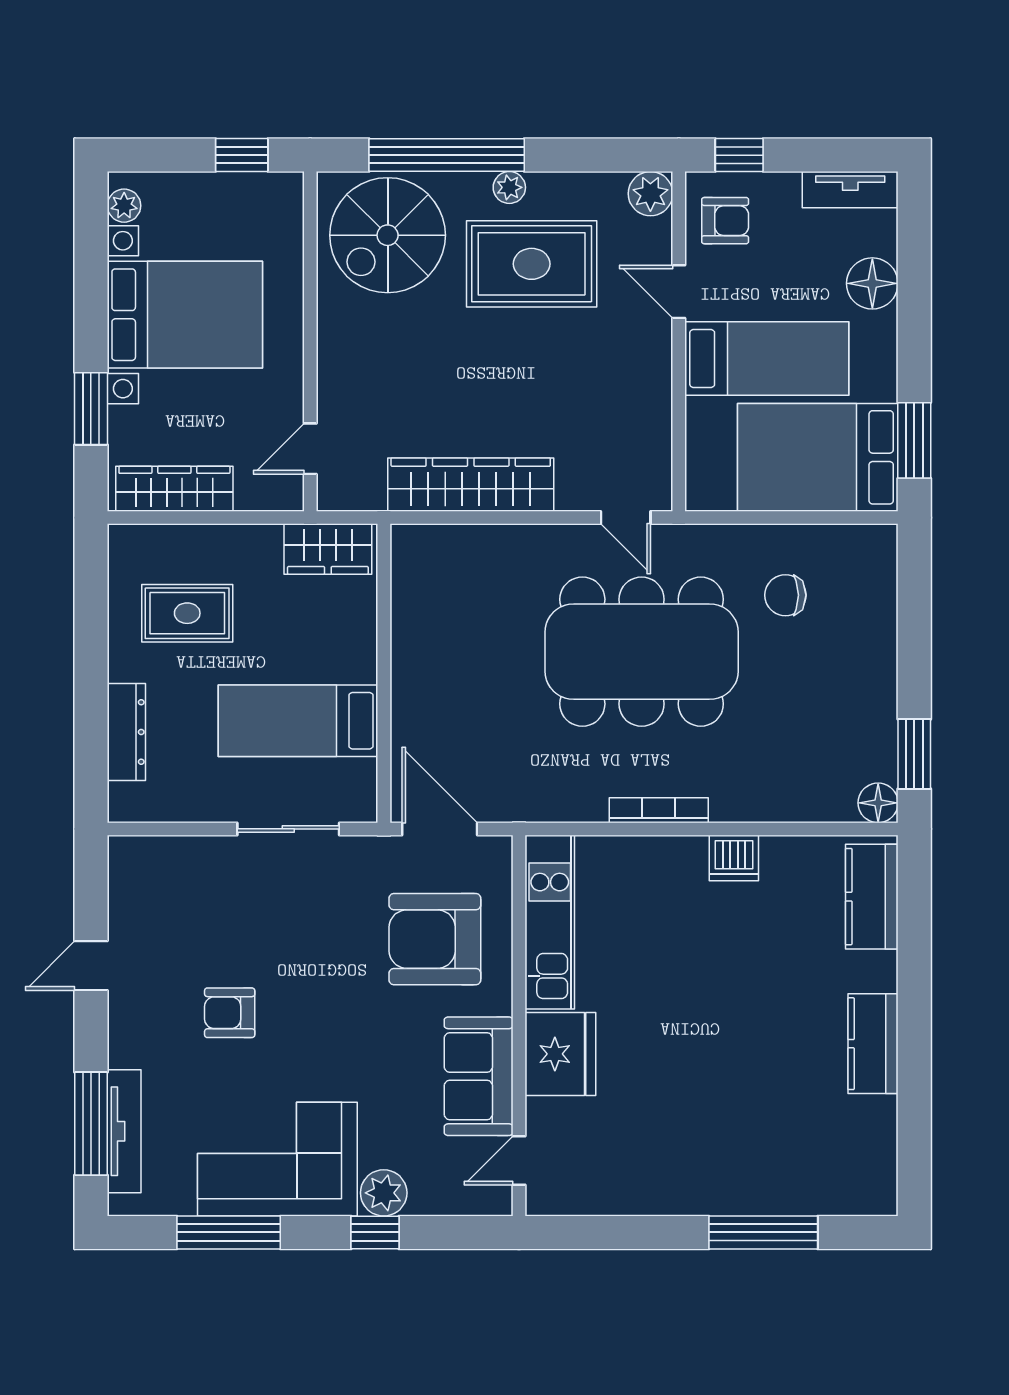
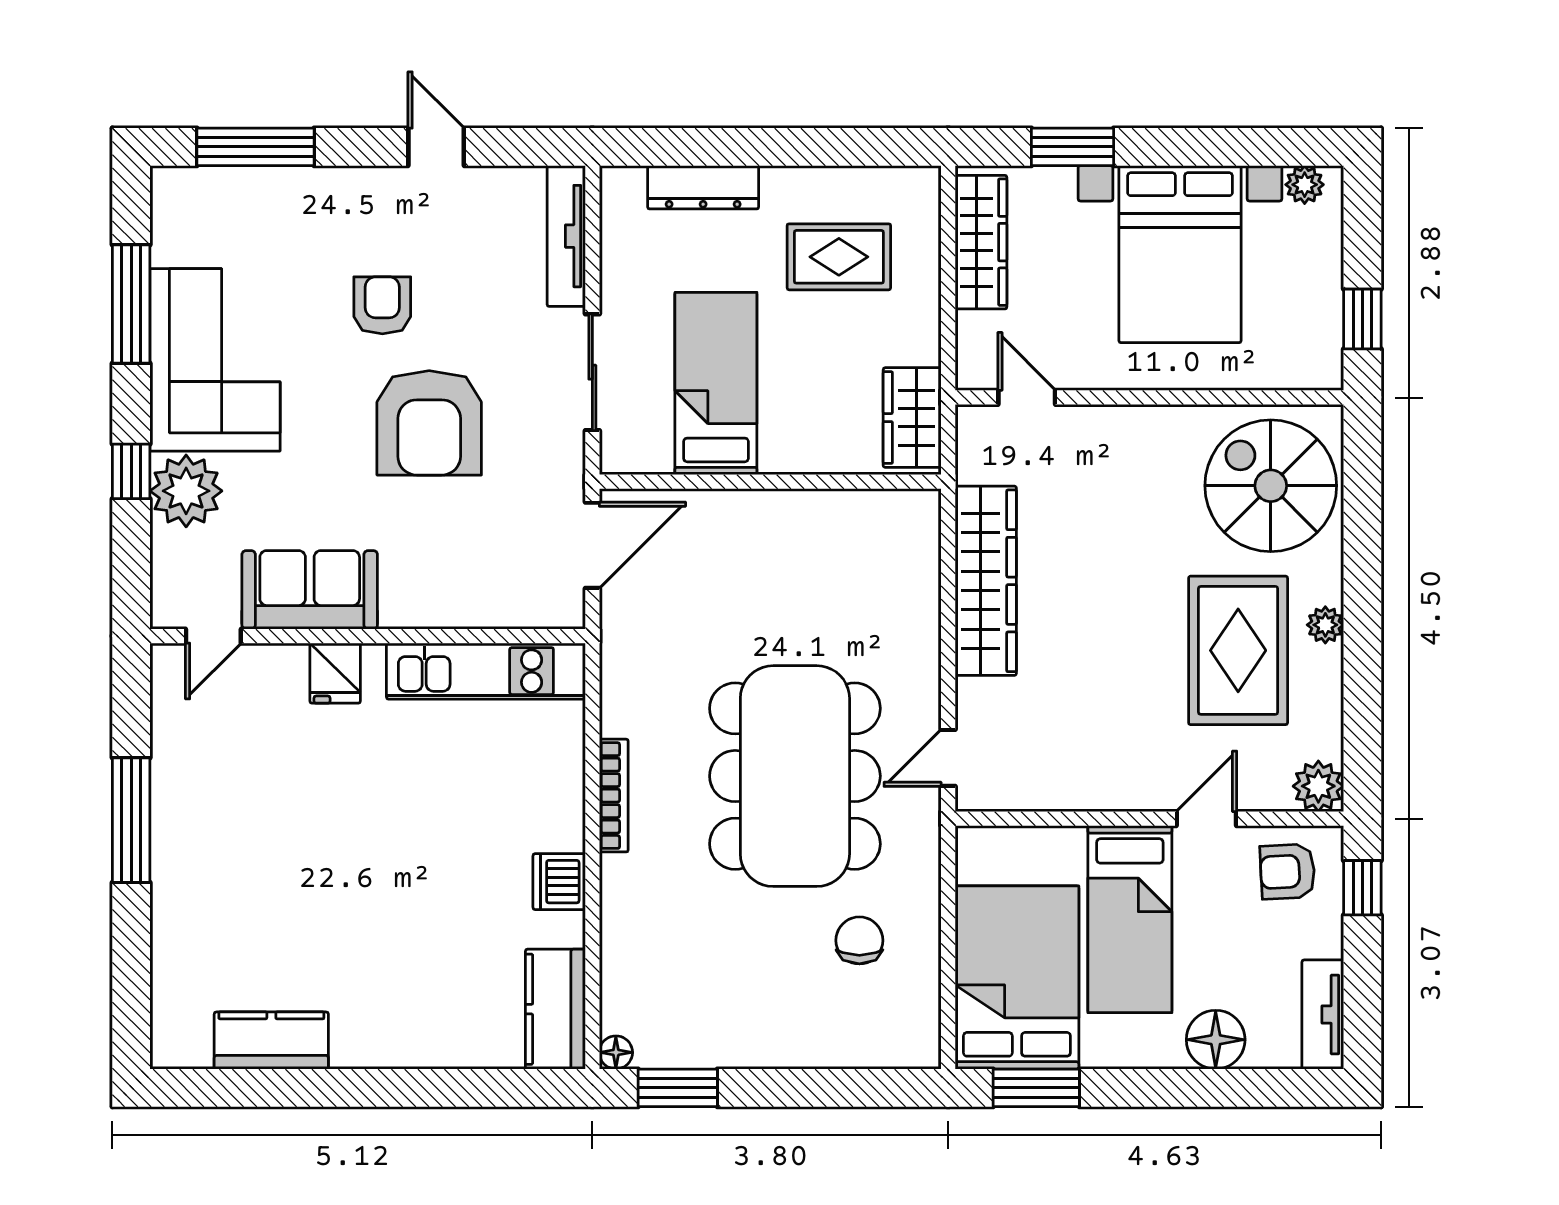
window: (447, 155) -> (1362, 553), removed
armchair: (725, 221) -> (1287, 871), turned 87
rug: (187, 613) -> (839, 257), turned 90
floor lamp: (878, 803) -> (616, 1052), width x0.73, depth x0.73
kitchen counter: (872, 897) -> (555, 1009), moved, turned -90
armchair: (435, 939) -> (429, 423), moved, turned 180
kitchen counter: (873, 1044) -> (271, 1041), moved
fridge: (560, 1054) -> (335, 673), width x0.53, depth x0.75
tv unit: (124, 1131) -> (566, 236), moved, turned 90
door: (519, 1161) -> (213, 636), swing flipped
plant: (384, 1193) -> (186, 491), width x1.36, depth x1.36
window: (763, 1232) -> (131, 820), moved

